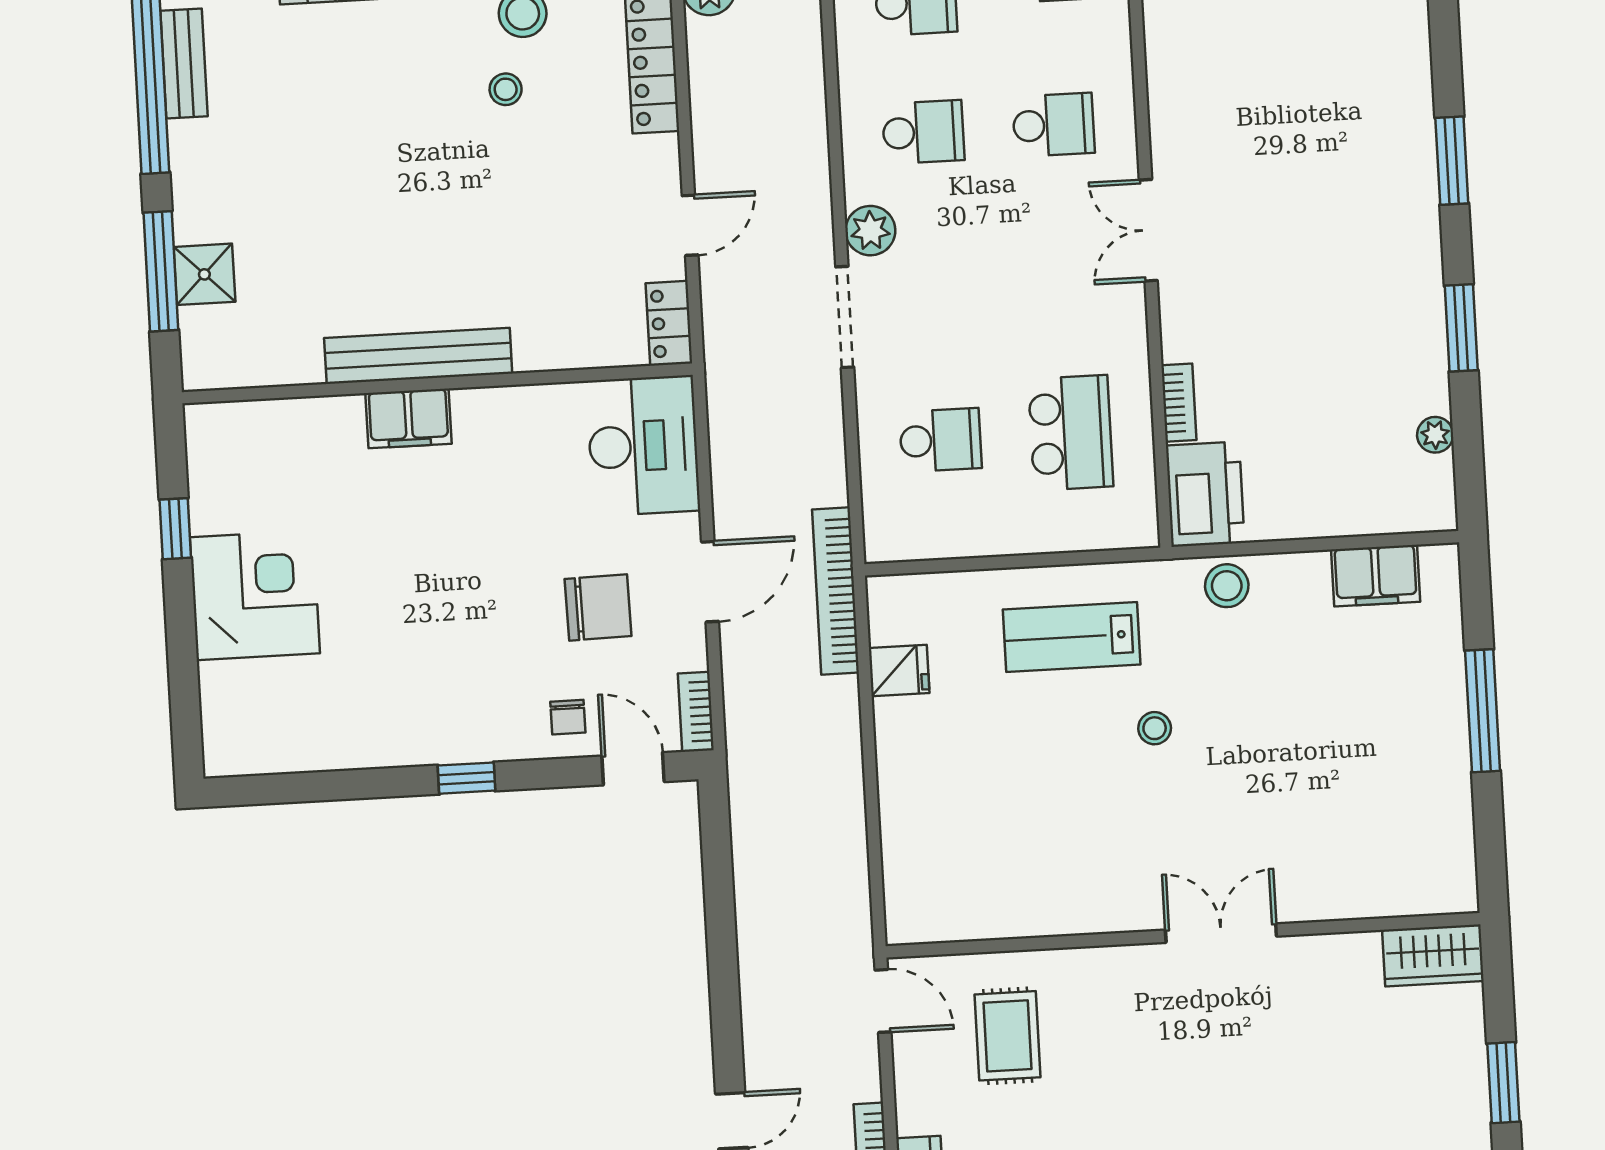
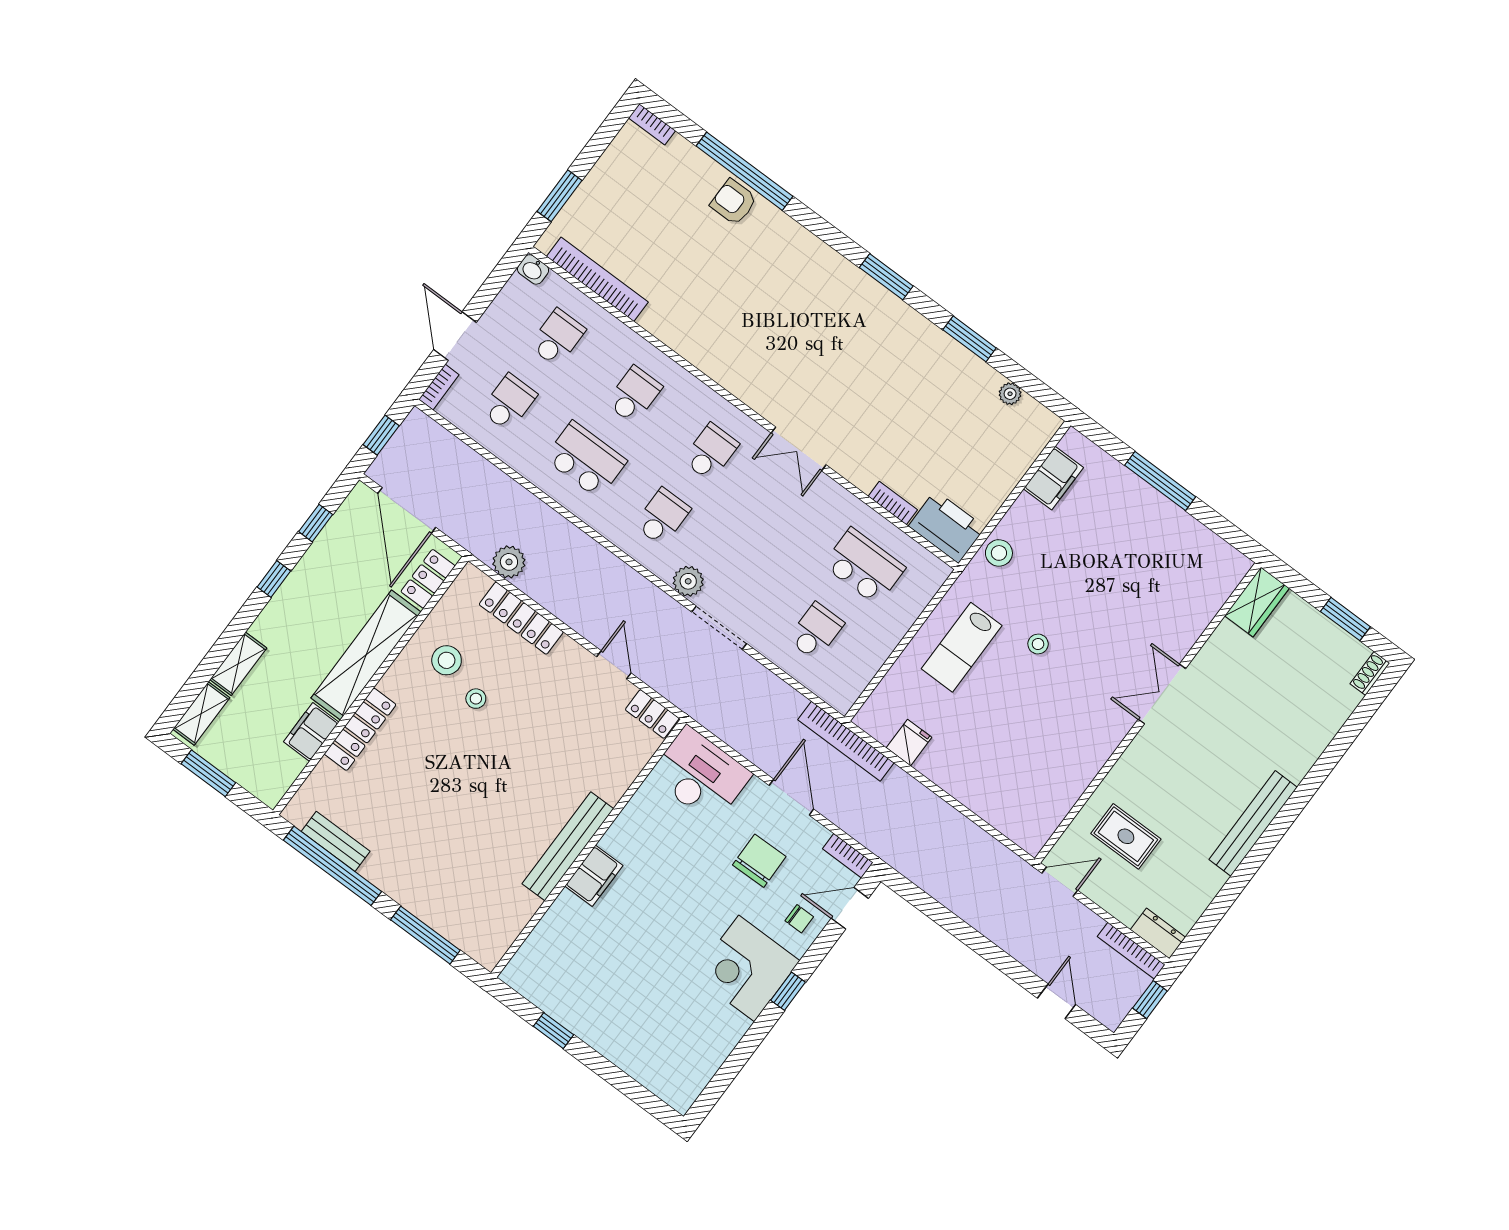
shower: (204, 274) -> (444, 916), removed
corner desk: (255, 595) -> (747, 968), moved, turned -90

